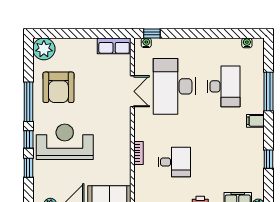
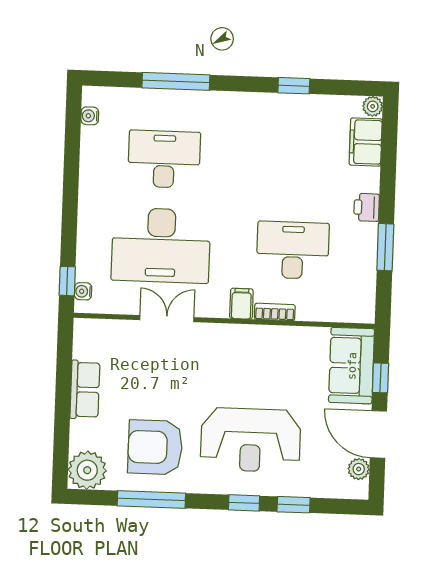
row of seats: (114, 46) -> (85, 390), moved
armchair: (58, 87) -> (155, 447), turned 180
window: (28, 102) -> (151, 499), moved
filing cabinet: (255, 121) -> (241, 304), moved, turned 180
reception desk: (65, 142) -> (251, 440), turned -90
desk: (174, 162) -> (293, 250), width x1.37

